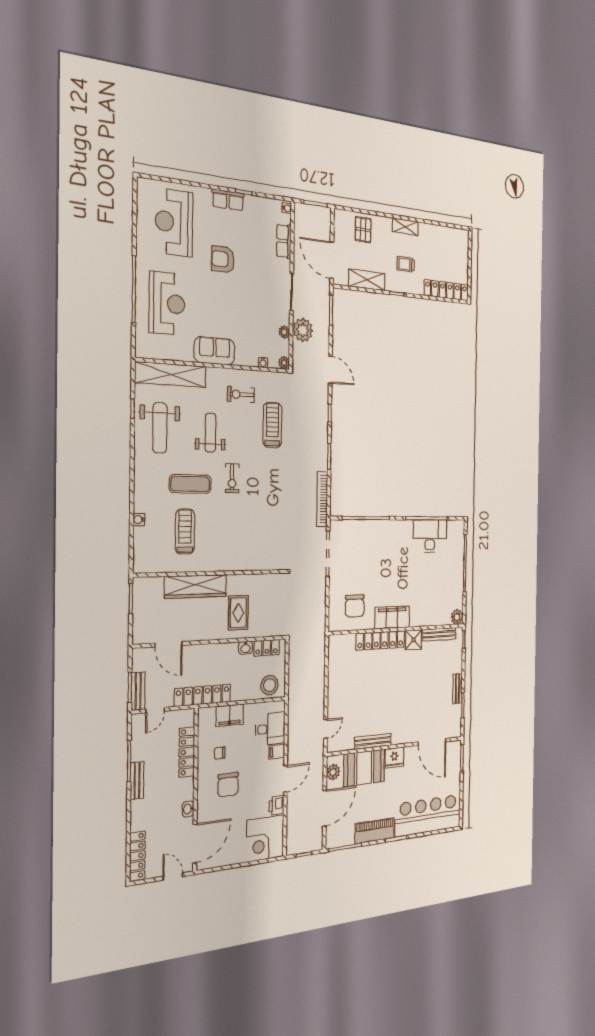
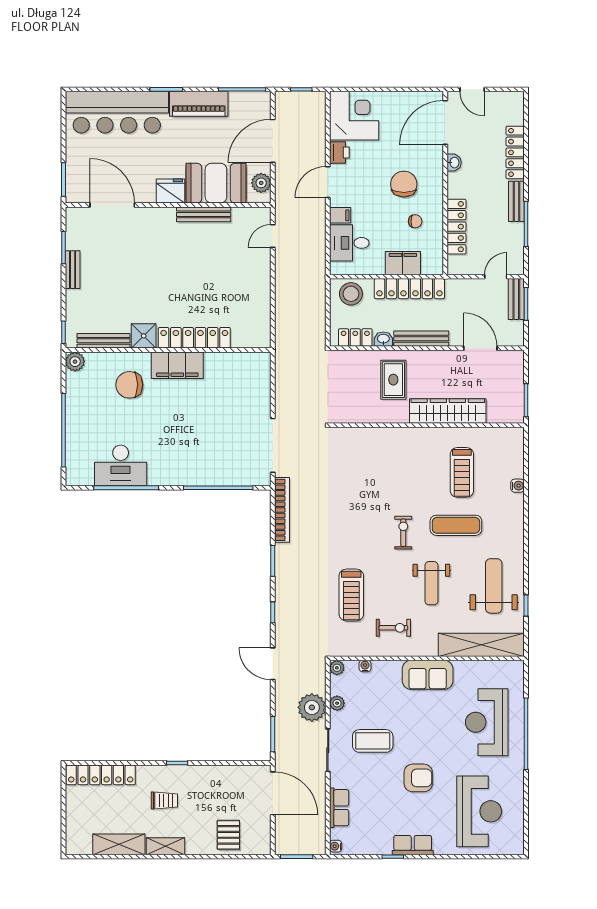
shelving: (367, 280) -> (119, 844), moved
coffee table: (258, 296) -> (373, 741), added
chair: (355, 606) -> (129, 385), moved, turned -90
bench: (216, 650) -> (421, 339), added
locker: (203, 695) -> (409, 289), moved
locker: (137, 856) -> (515, 152), moved

